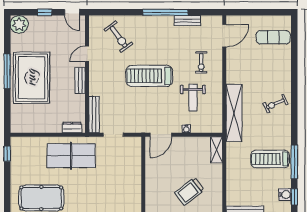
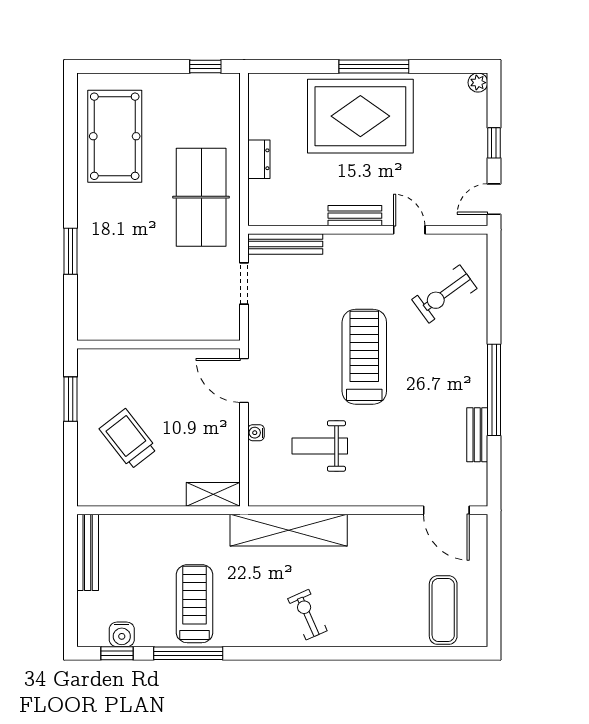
plant: (19, 24) -> (478, 83), width x0.53, depth x0.53
exercise bike: (201, 63) -> (391, 463), removed
dresser: (72, 127) -> (259, 159), moved

